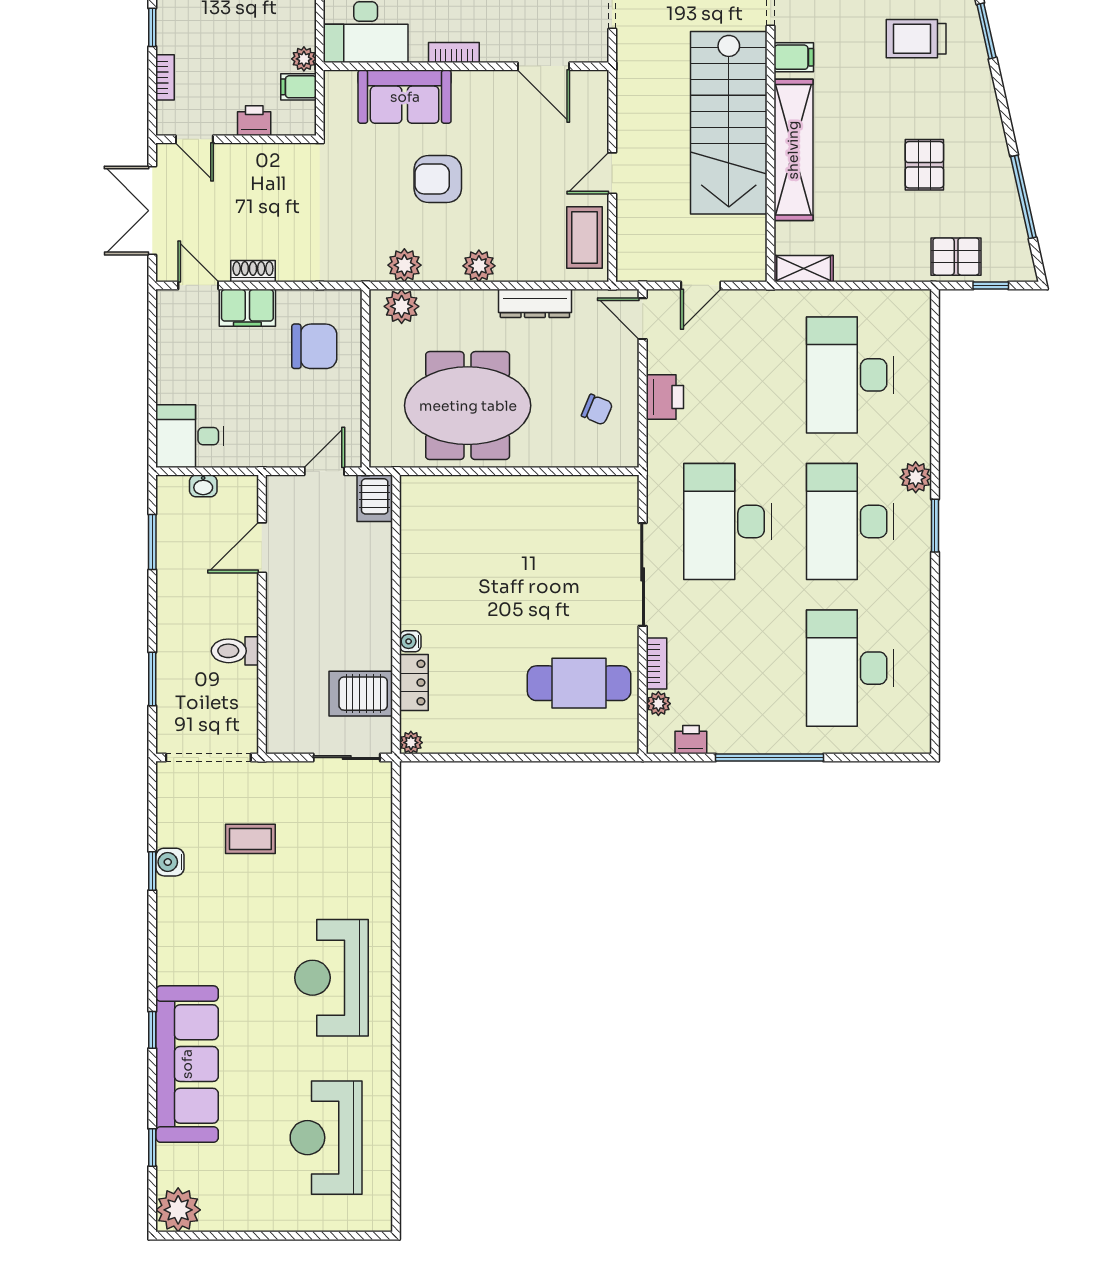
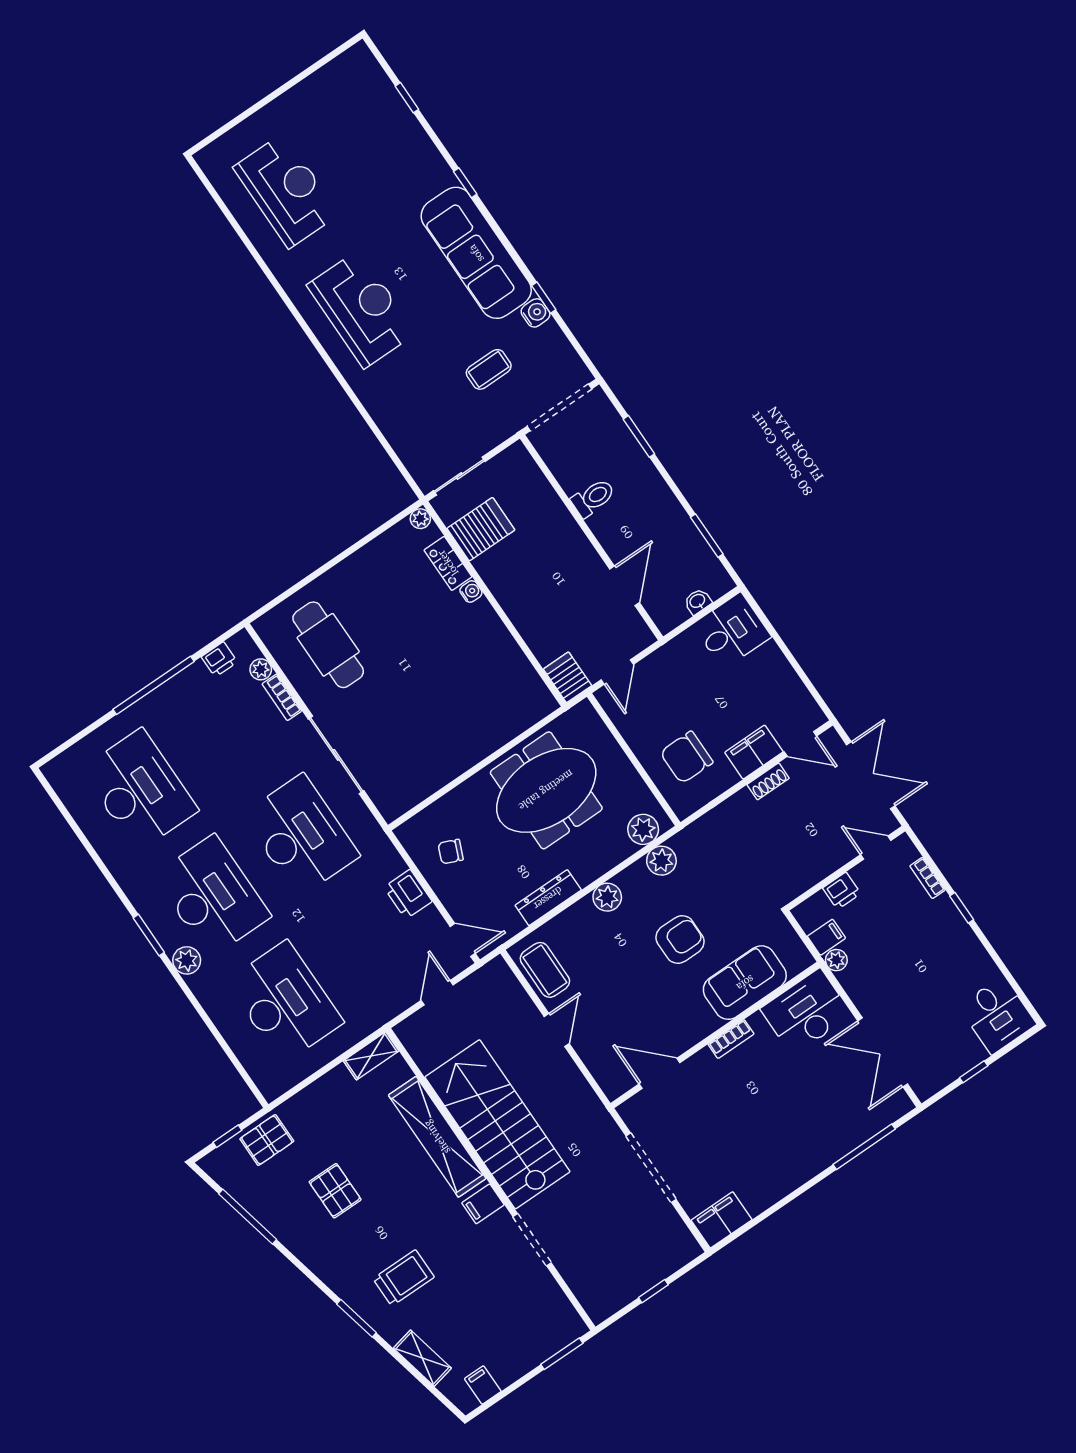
cafe table: (579, 683) -> (328, 645), turned 90
sofa: (187, 1064) -> (476, 253), moved
plant: (178, 1210) -> (357, 65), removed

